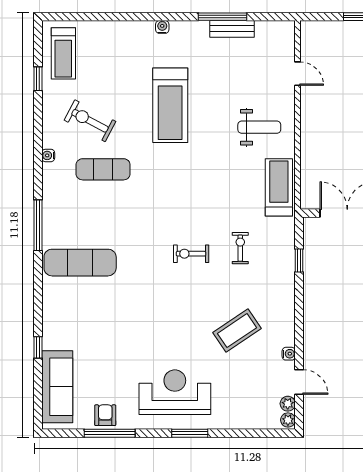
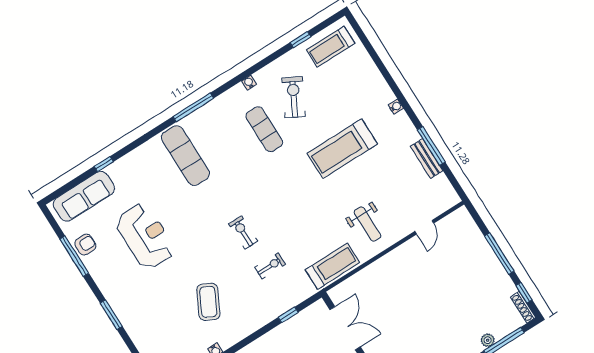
coffee table: (237, 331) -> (208, 302), turned 61
reception desk: (175, 392) -> (145, 236), moved

